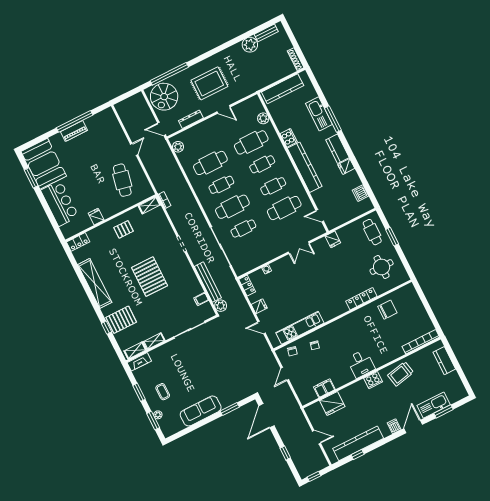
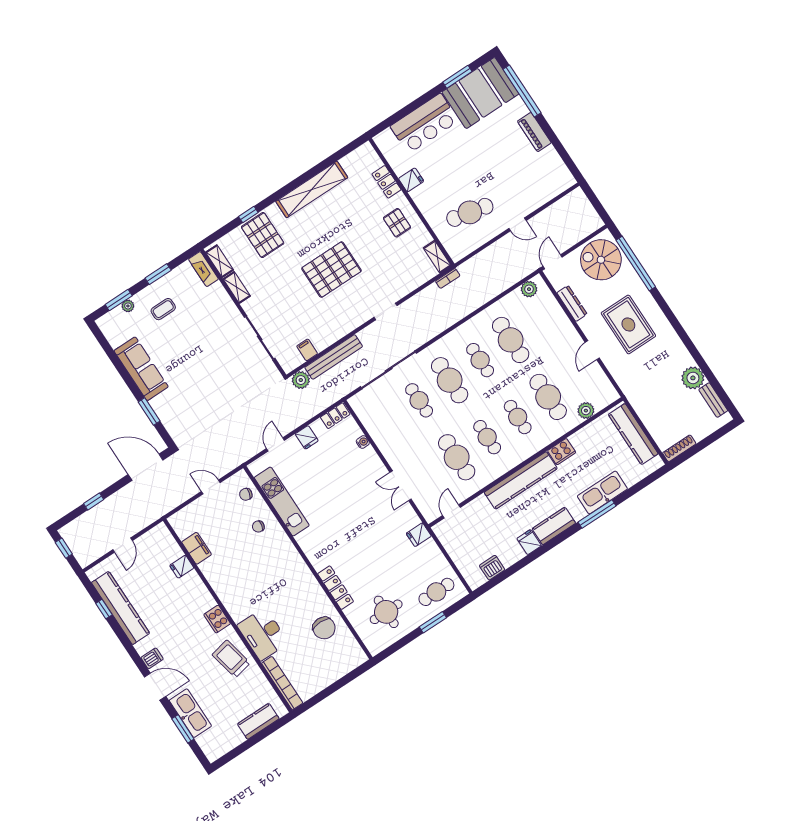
window: (75, 121) -> (522, 91), moved
locker: (78, 242) -> (386, 182), moved
desk: (361, 364) -> (263, 634), moved, width x1.37
fridge: (332, 404) -> (182, 567), width x0.53, depth x0.75

